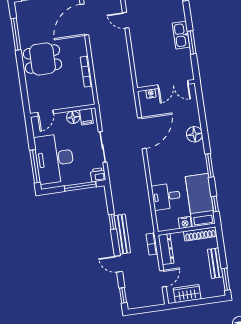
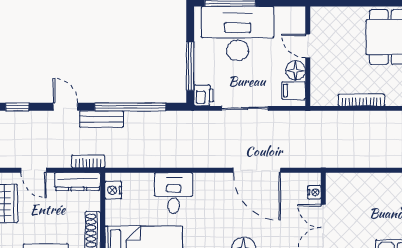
door: (46, 113) -> (308, 46), moved
desk: (166, 196) -> (174, 193), moved
window: (112, 222) -> (130, 107), width x3.17
nightstand: (185, 223) -> (113, 190), moved
bench: (122, 234) -> (101, 119), width x0.73
door: (118, 264) -> (66, 107), hinge flipped

